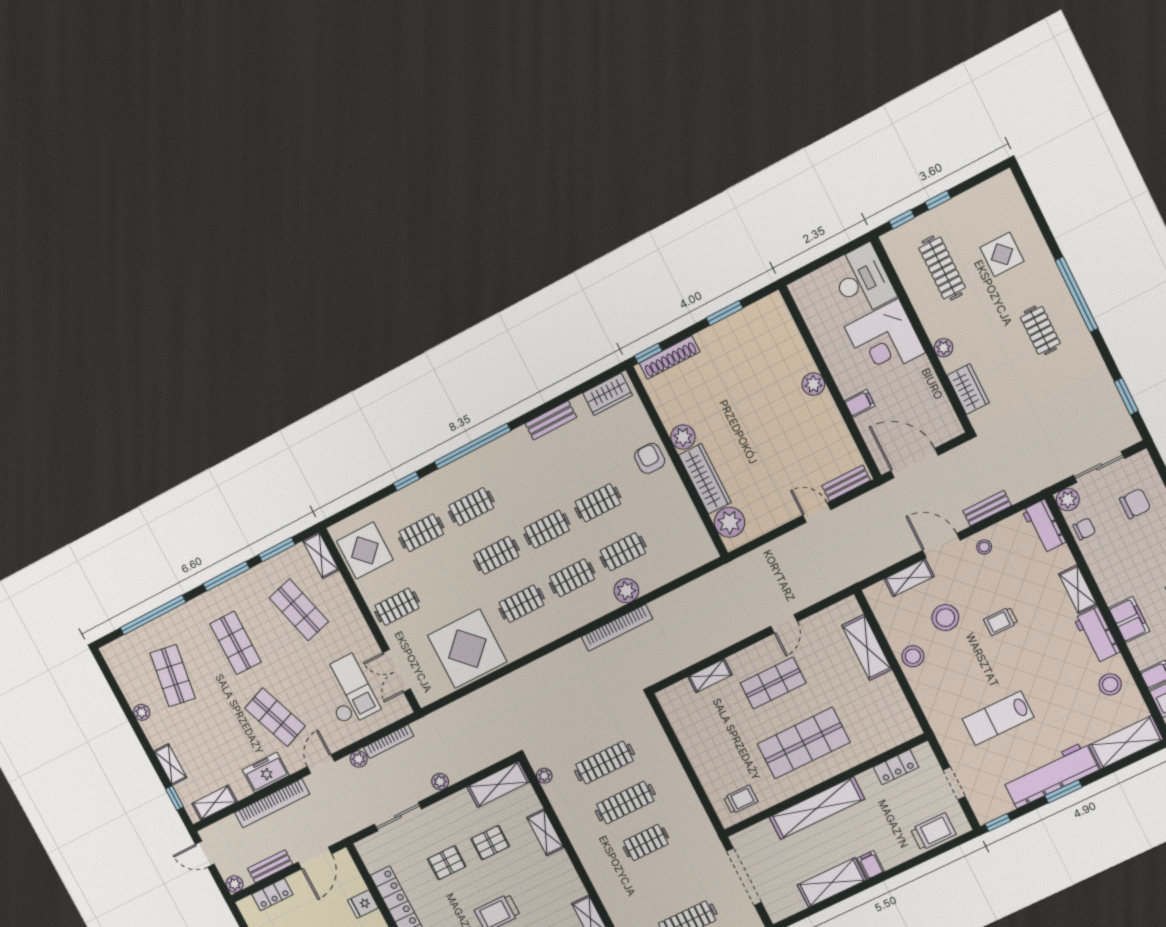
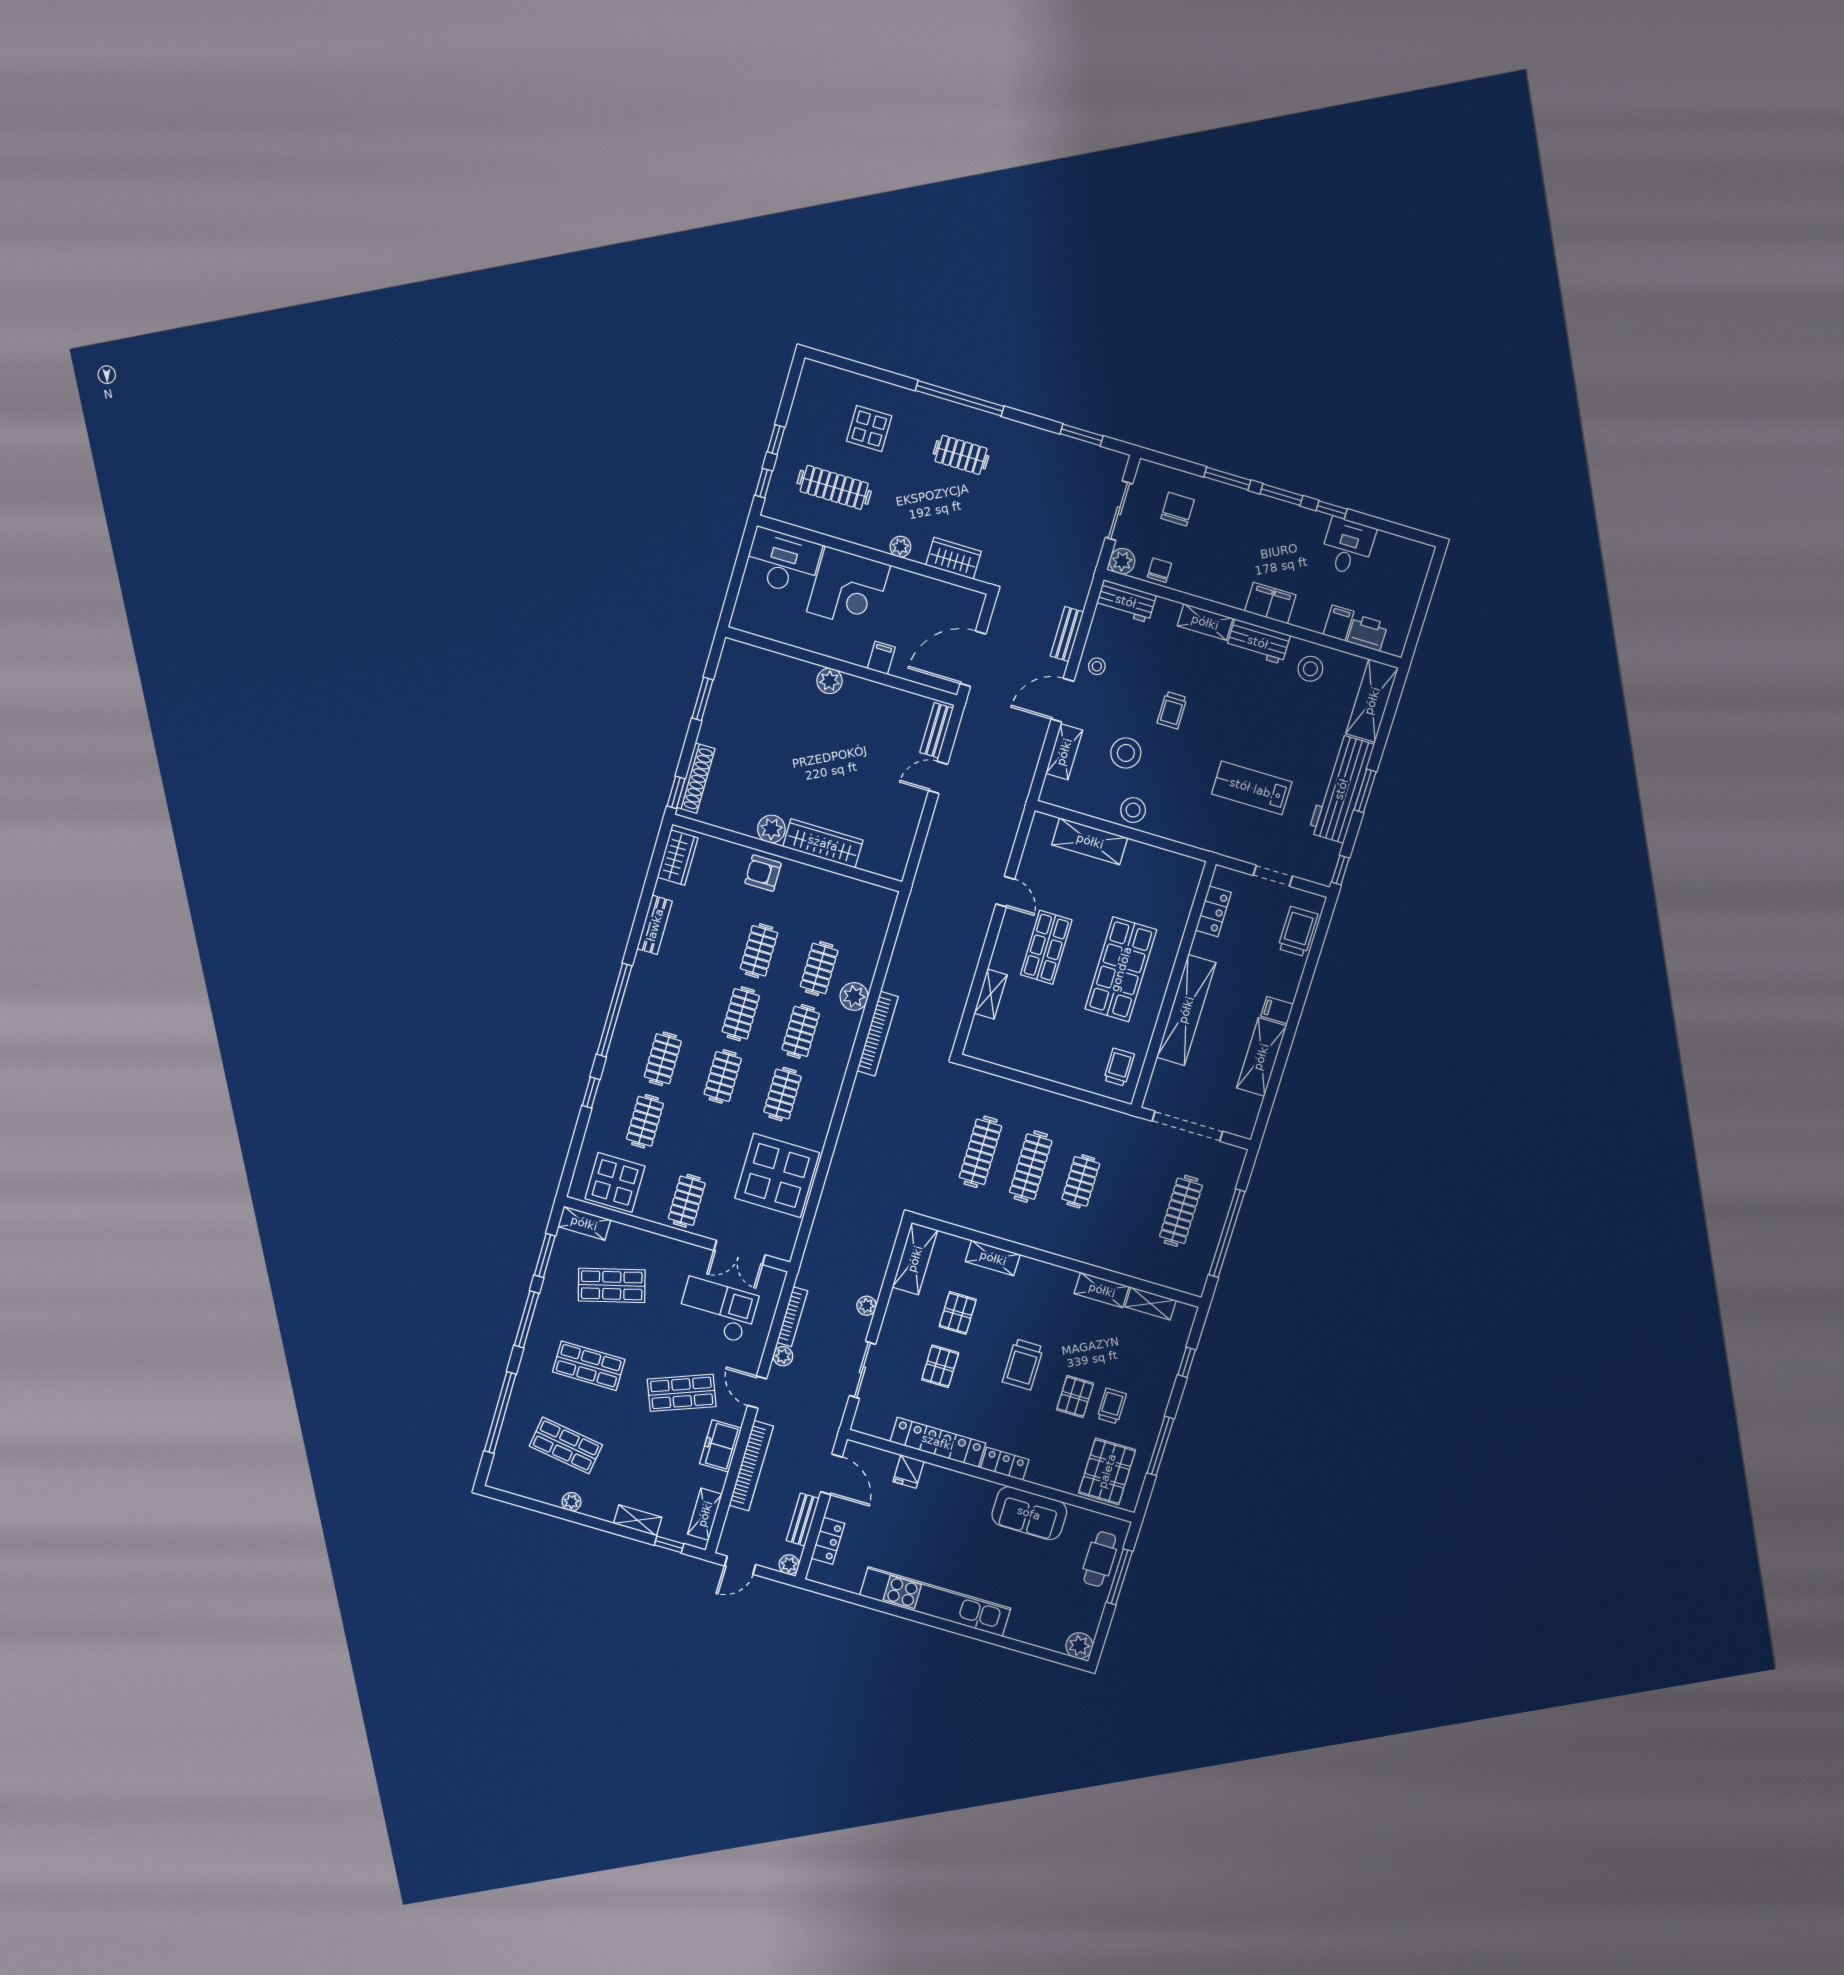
plant: (730, 522) -> (878, 857), removed
lab bench: (998, 718) -> (1252, 788), turned 90
plant: (544, 776) -> (944, 1213), removed

